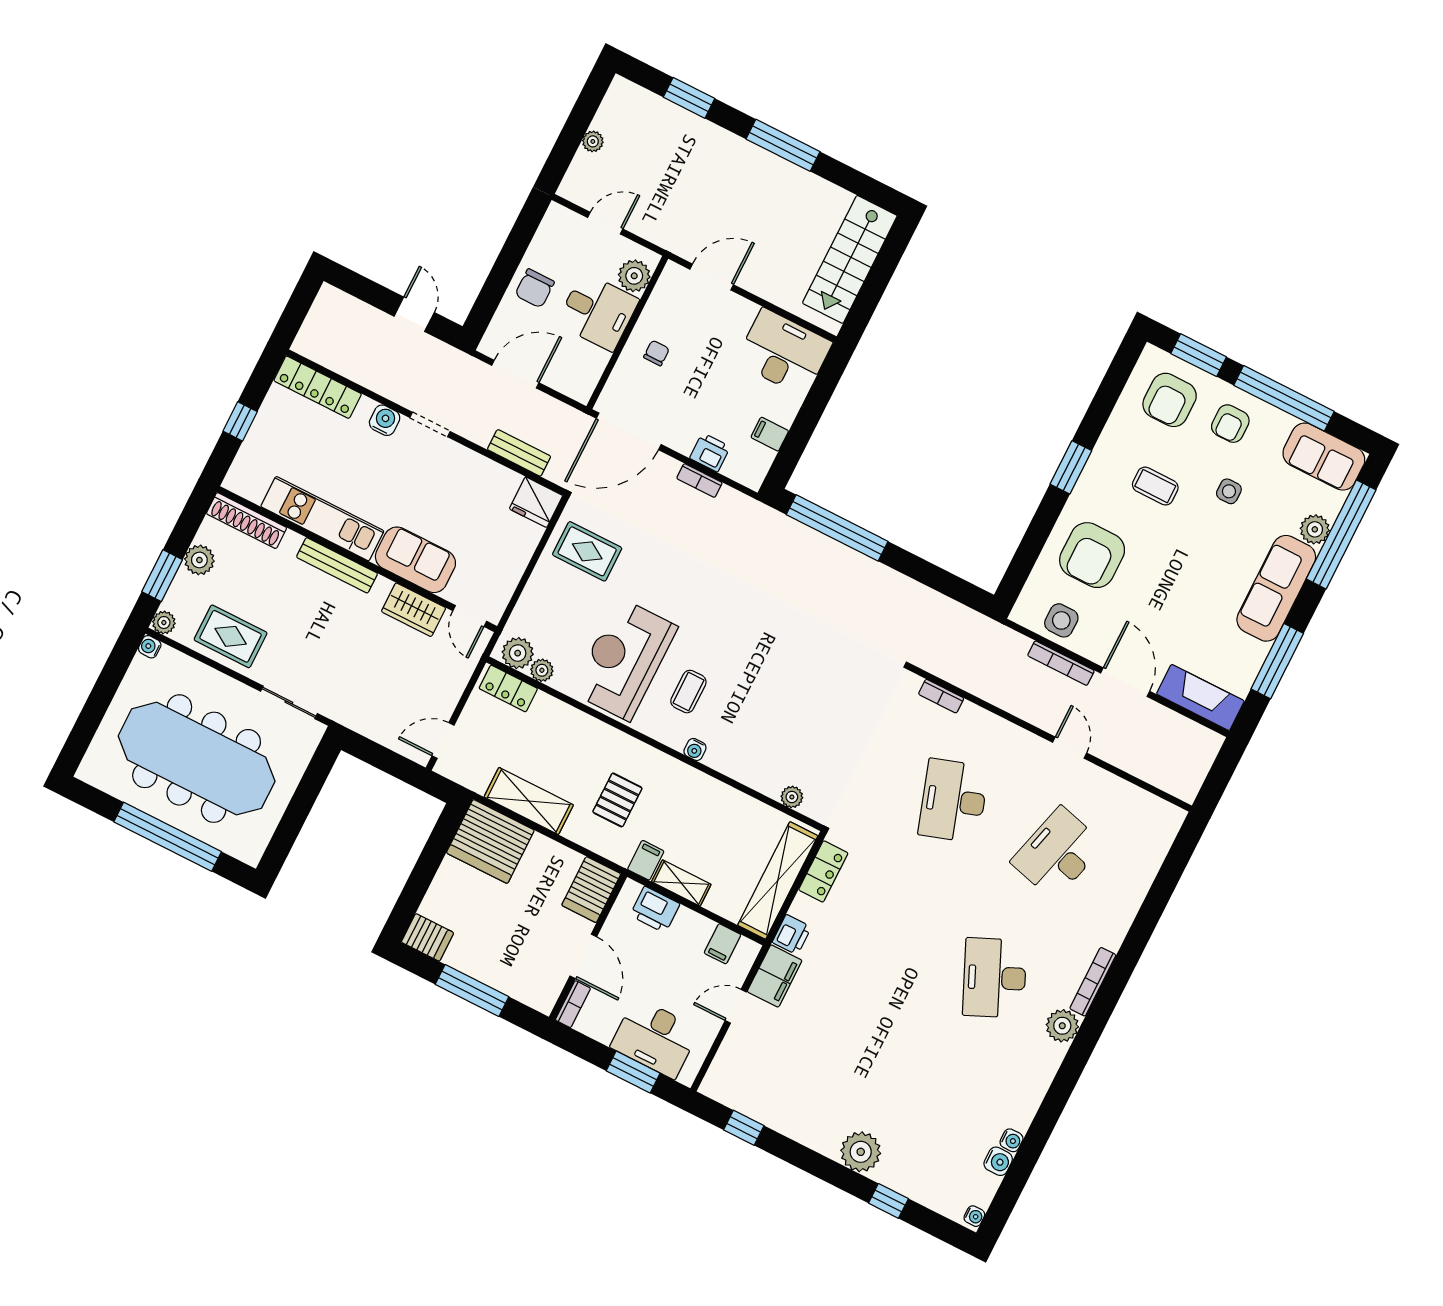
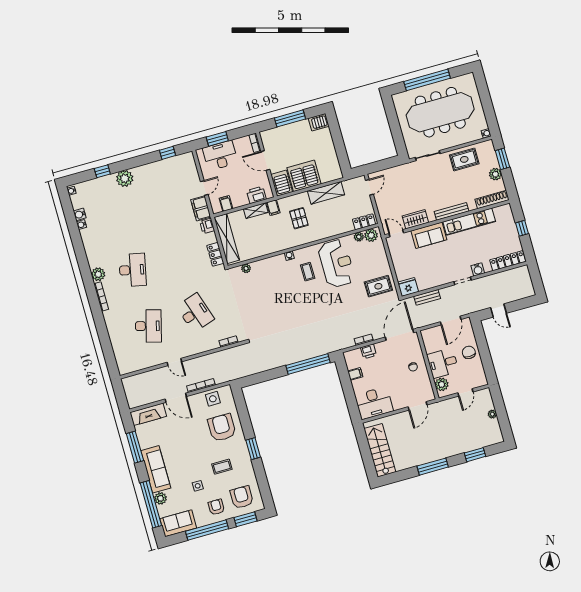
plant: (164, 623) -> (489, 145), removed
server rack: (490, 842) -> (304, 176), moved
desk: (995, 978) -> (133, 270), turned 36

